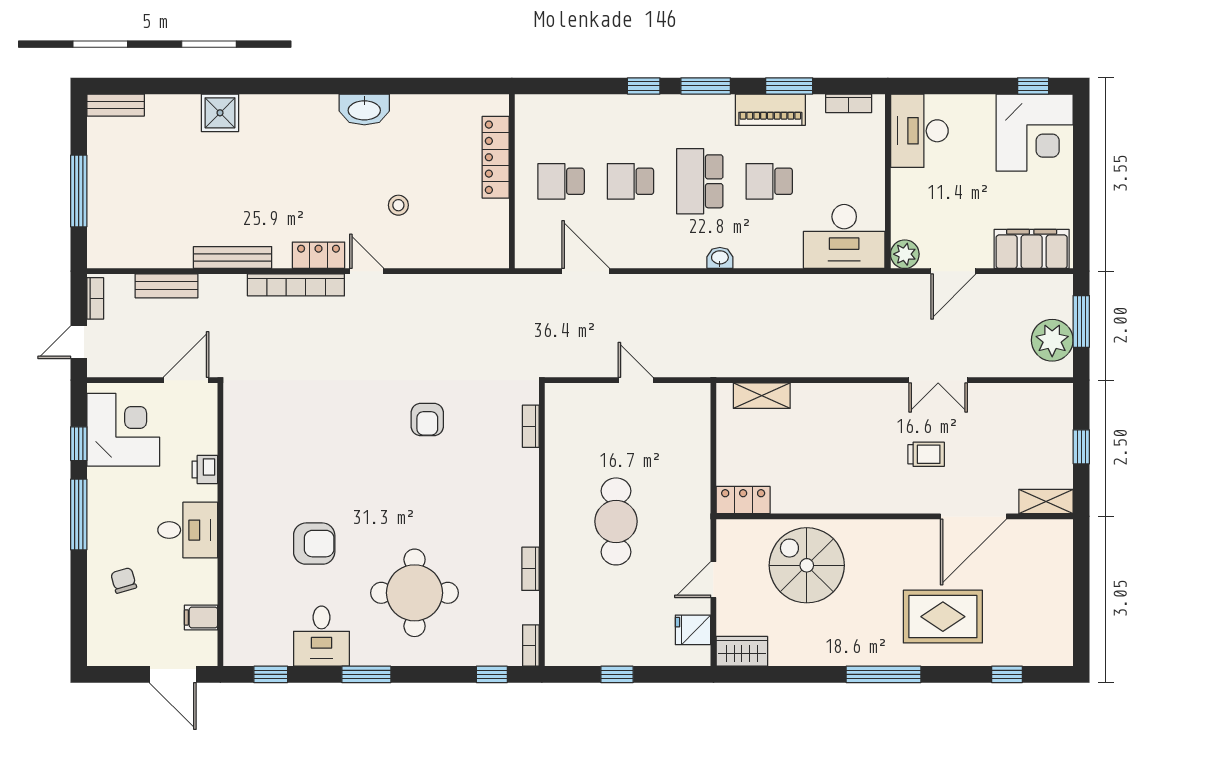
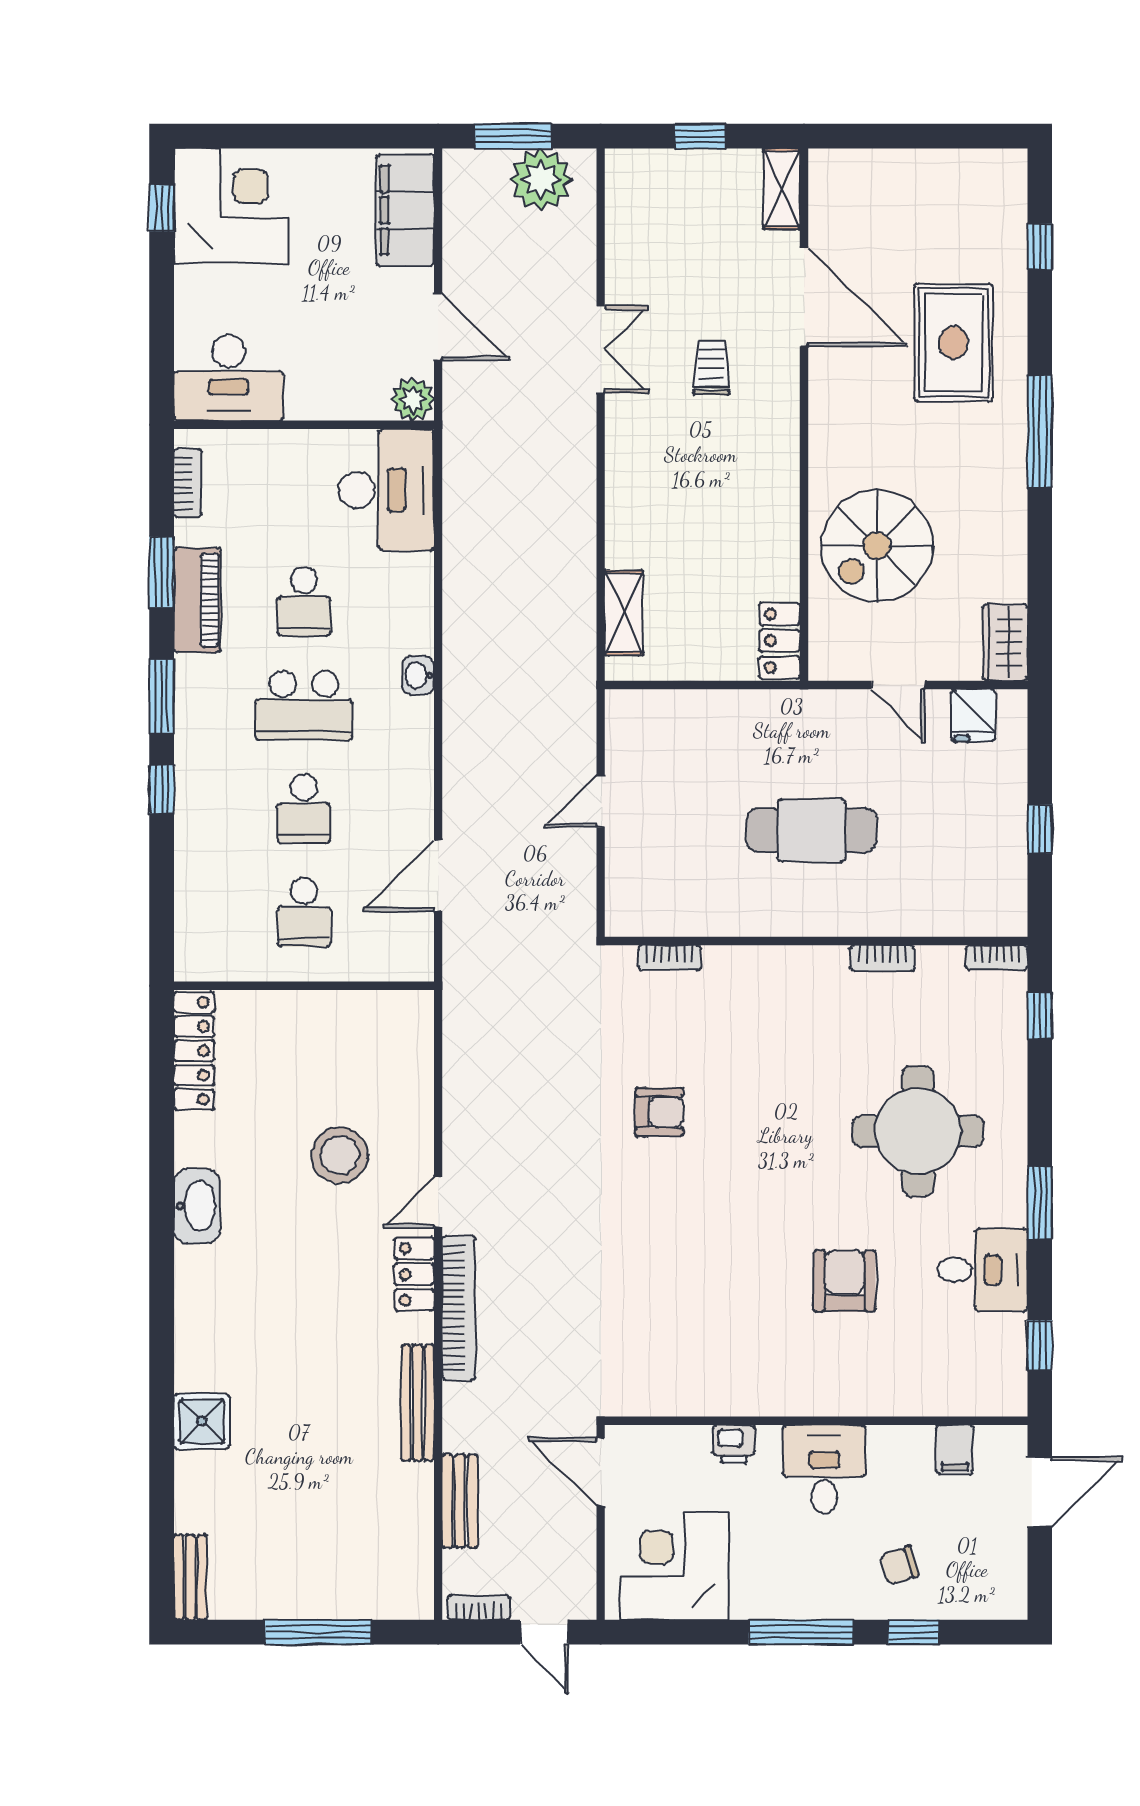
locker: (496, 157) -> (194, 1051), moved, turned -90
stool: (398, 205) -> (340, 1155), width x1.89, depth x1.89
window: (79, 444) -> (914, 1632), moved

